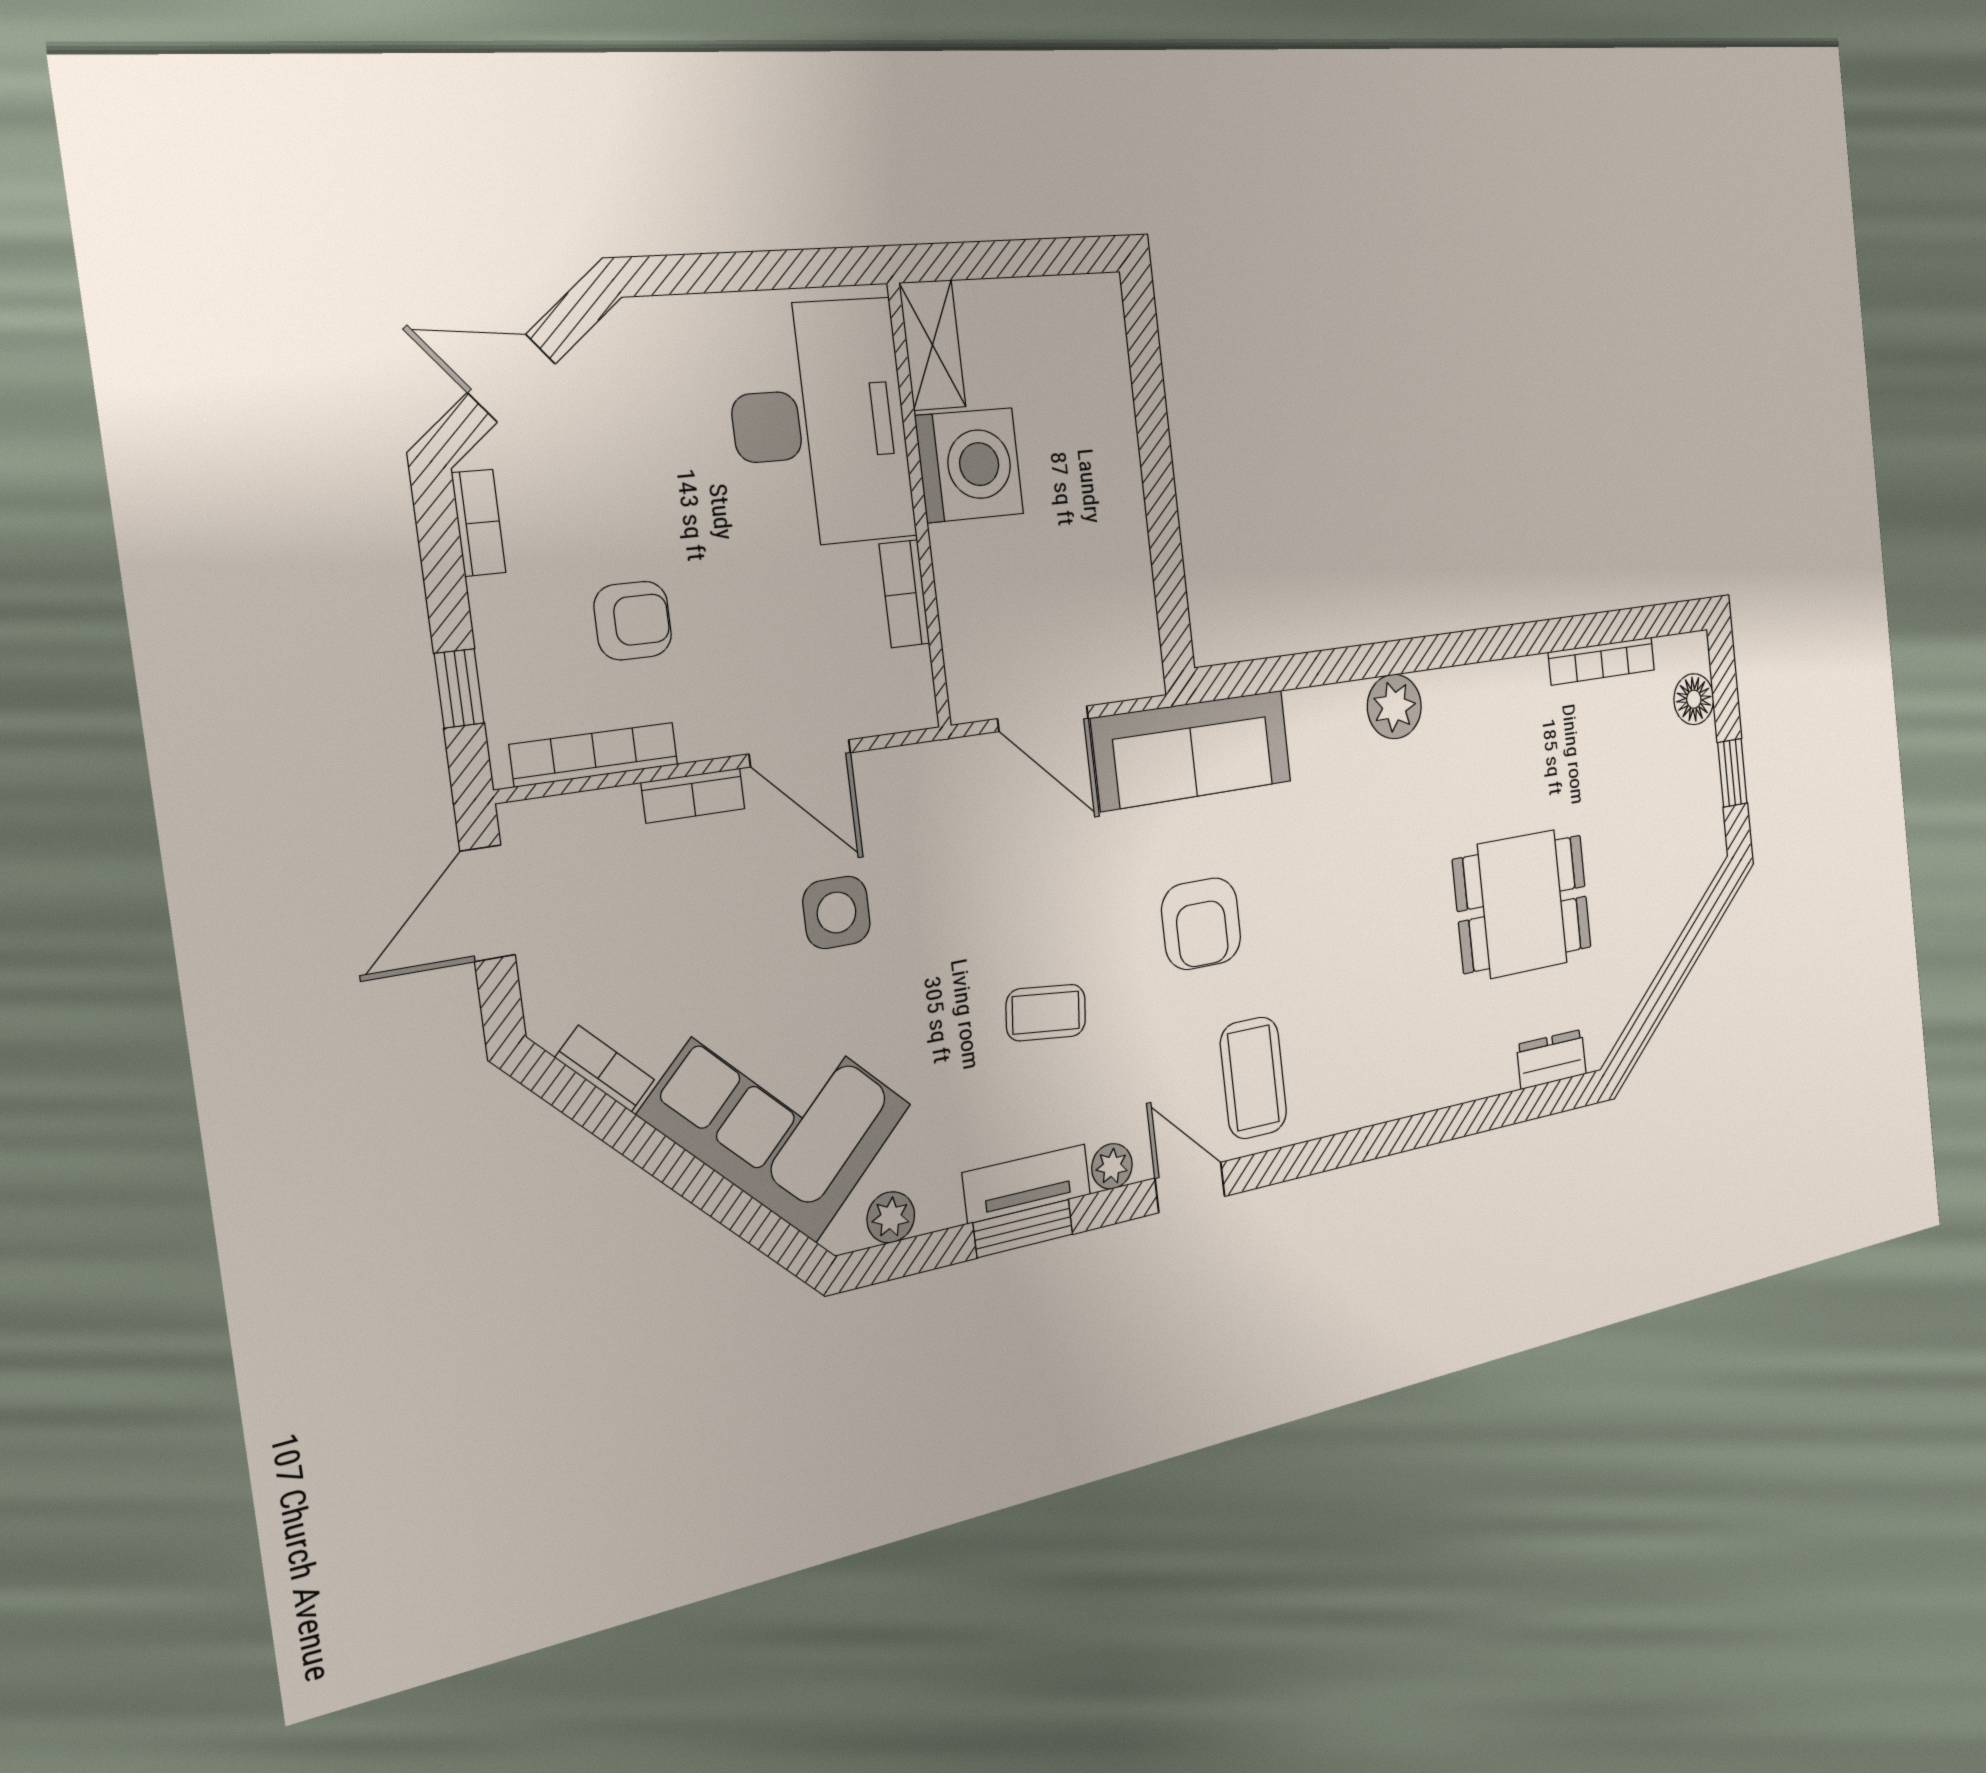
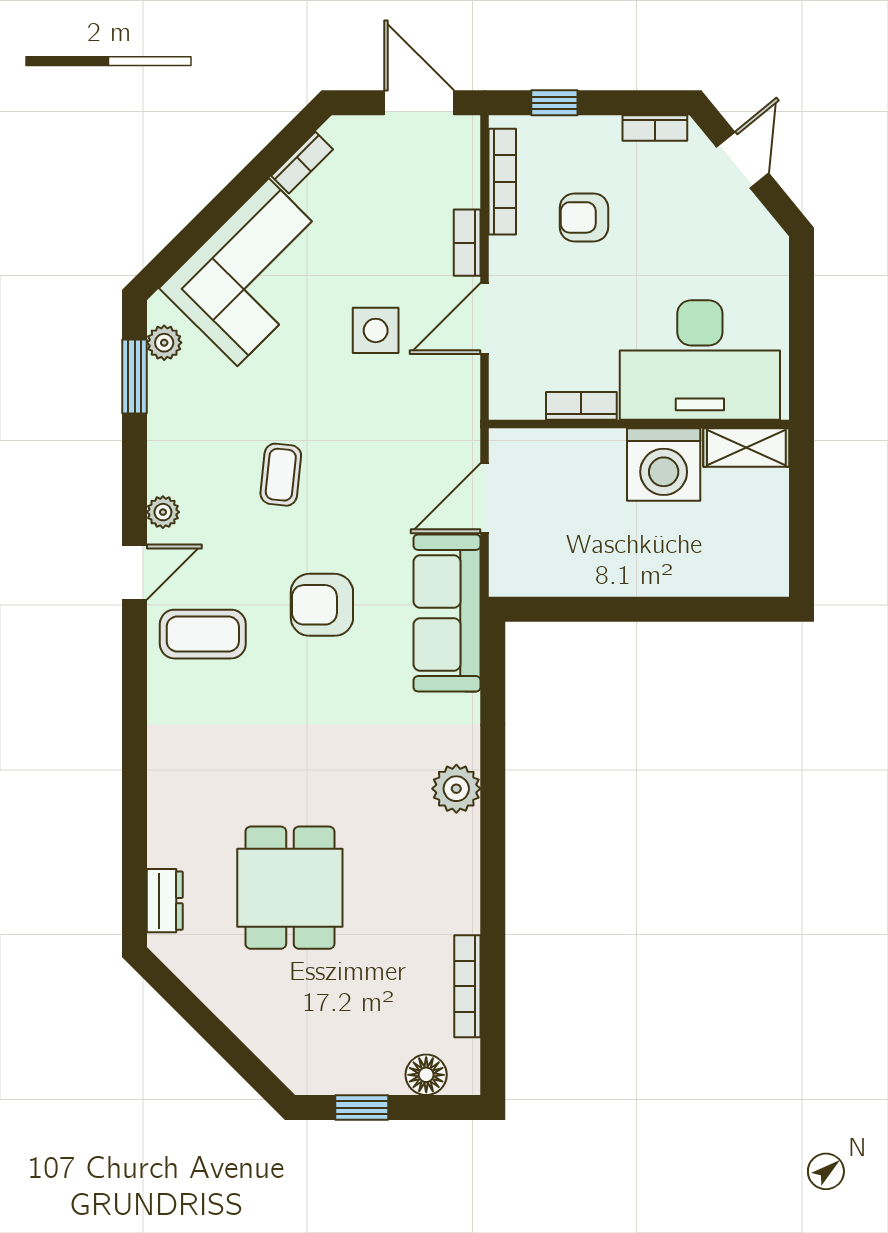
armchair: (633, 621) -> (584, 217), turned 90
tv unit: (1027, 1184) -> (165, 445), removed
window: (1023, 1229) -> (135, 377), moved

